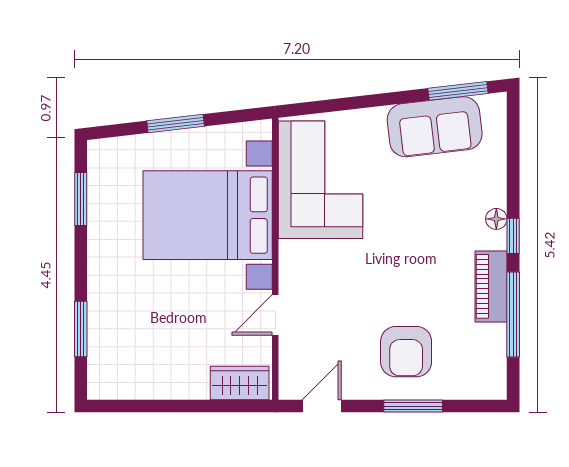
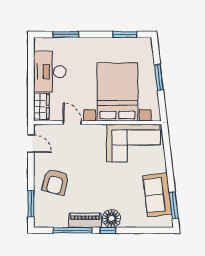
floor lamp: (496, 219) -> (111, 218), width x1.89, depth x1.89
armchair: (406, 352) -> (56, 182), turned -76
desk: (163, 364) -> (50, 72), added
window: (413, 406) -> (31, 204), moved

